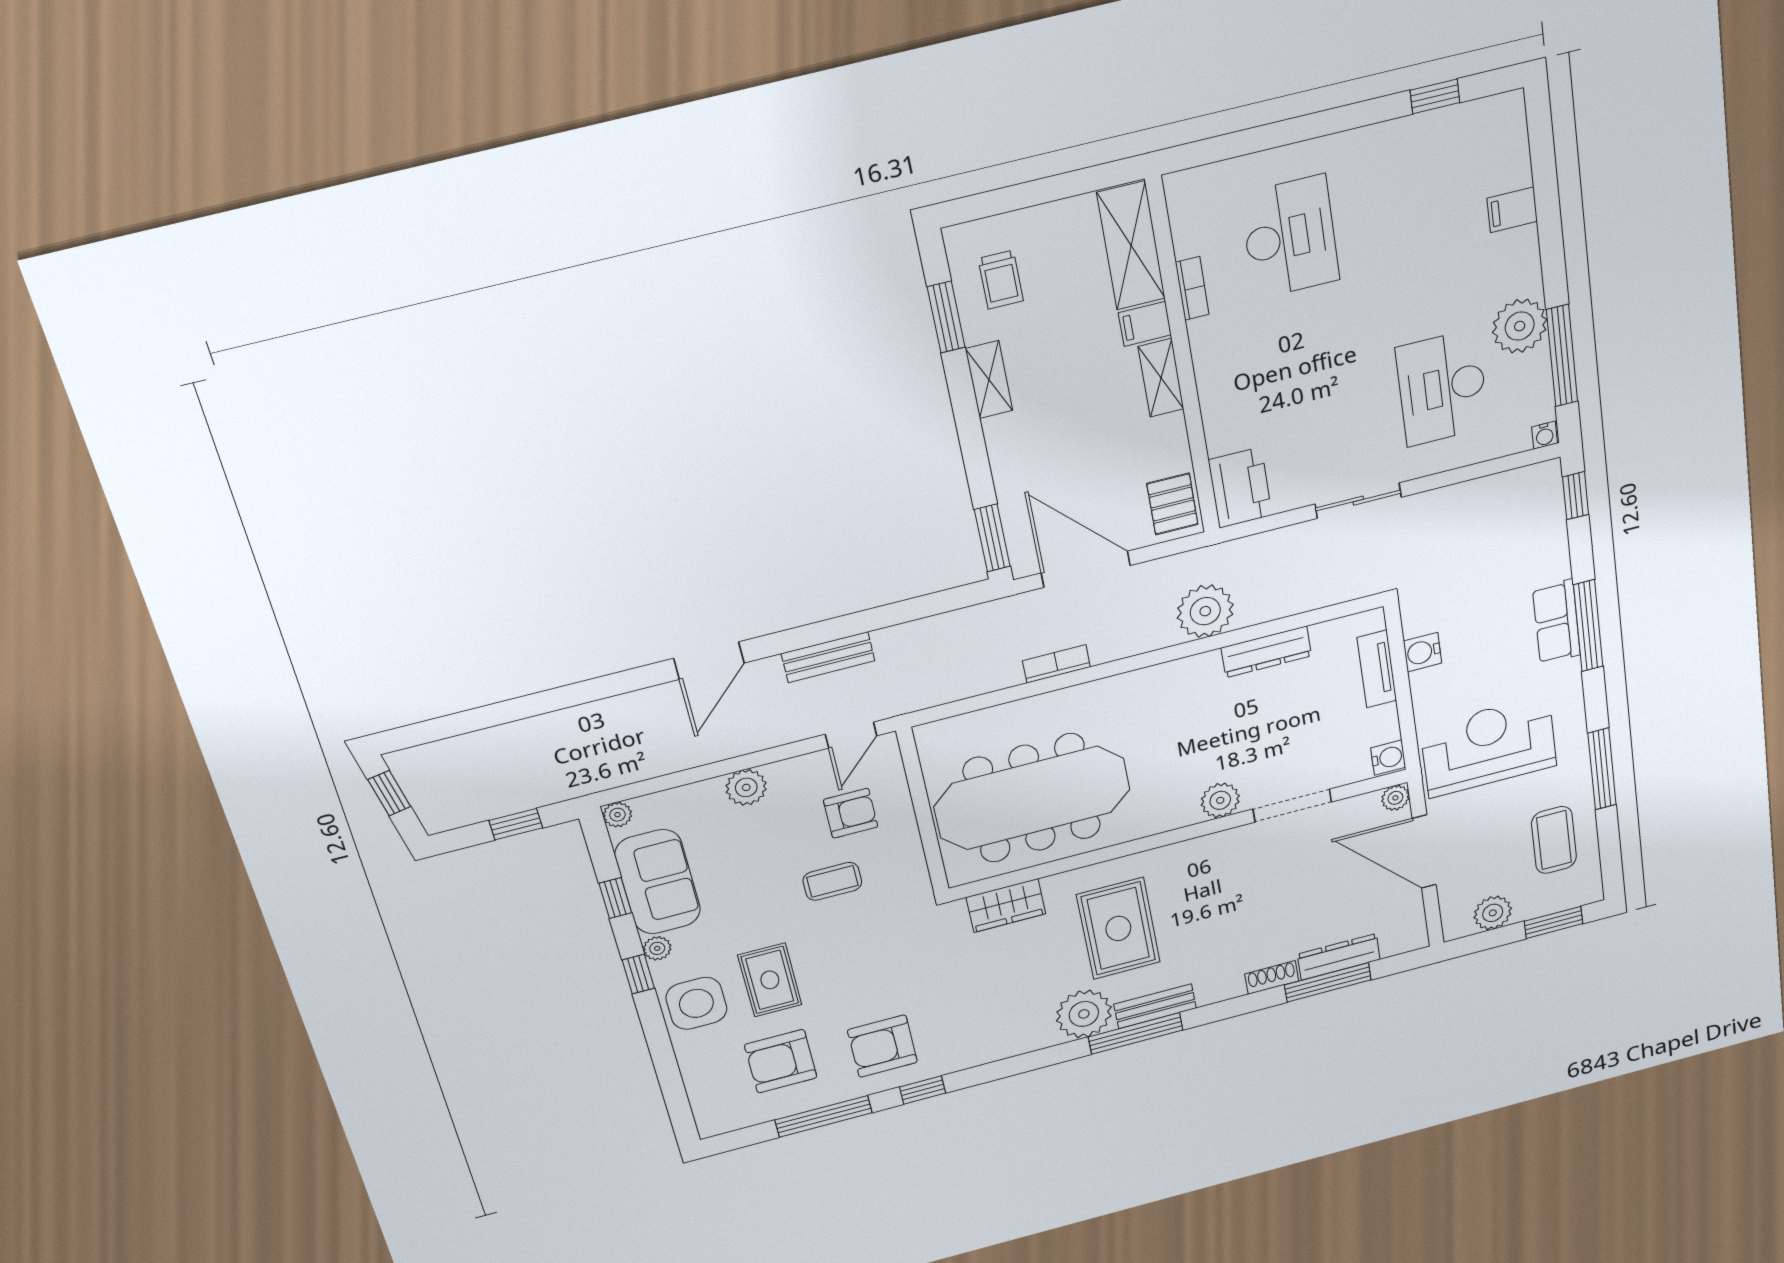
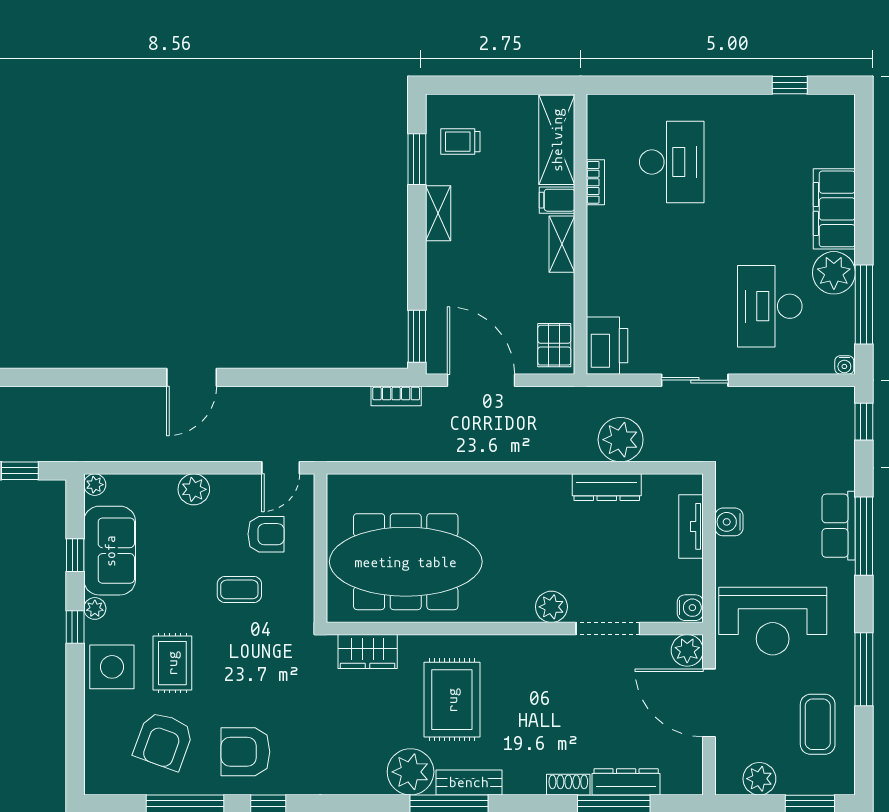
filing cabinet: (1512, 210) -> (834, 209), width x3.00, depth x1.17
trolley: (1001, 280) -> (460, 142), turned 90
plant: (1205, 611) -> (621, 440), moved
bench: (828, 657) -> (278, 399), removed
bookcase: (1056, 664) -> (396, 396), moved, turned 180
reception desk: (1489, 746) -> (773, 621), turned 180
plant: (1395, 798) -> (687, 650), width x1.38, depth x1.38
armchair: (781, 1061) -> (164, 741), turned -70

